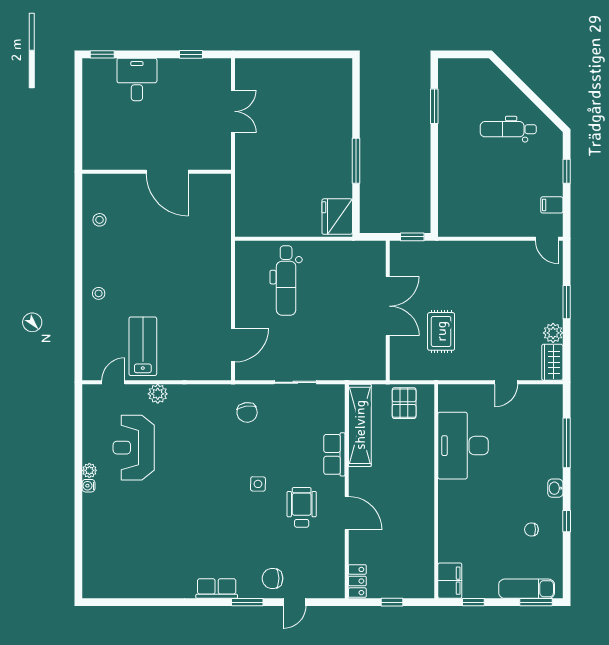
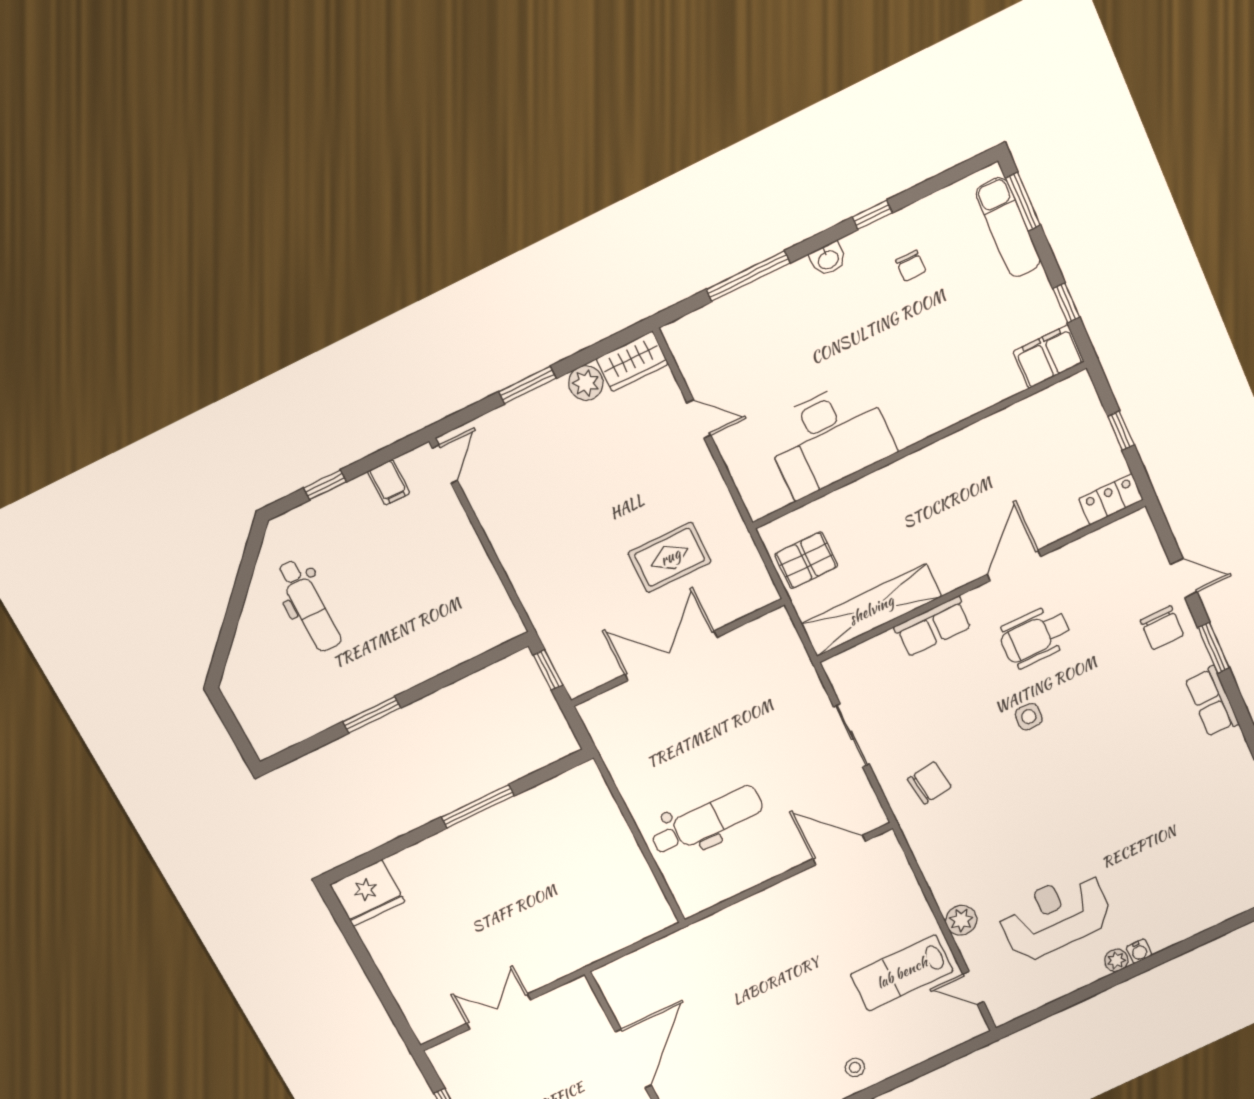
window: (434, 106) -> (372, 715), moved
fridge: (337, 217) -> (367, 893), moved
reception desk: (134, 448) -> (1055, 916), turned 180

